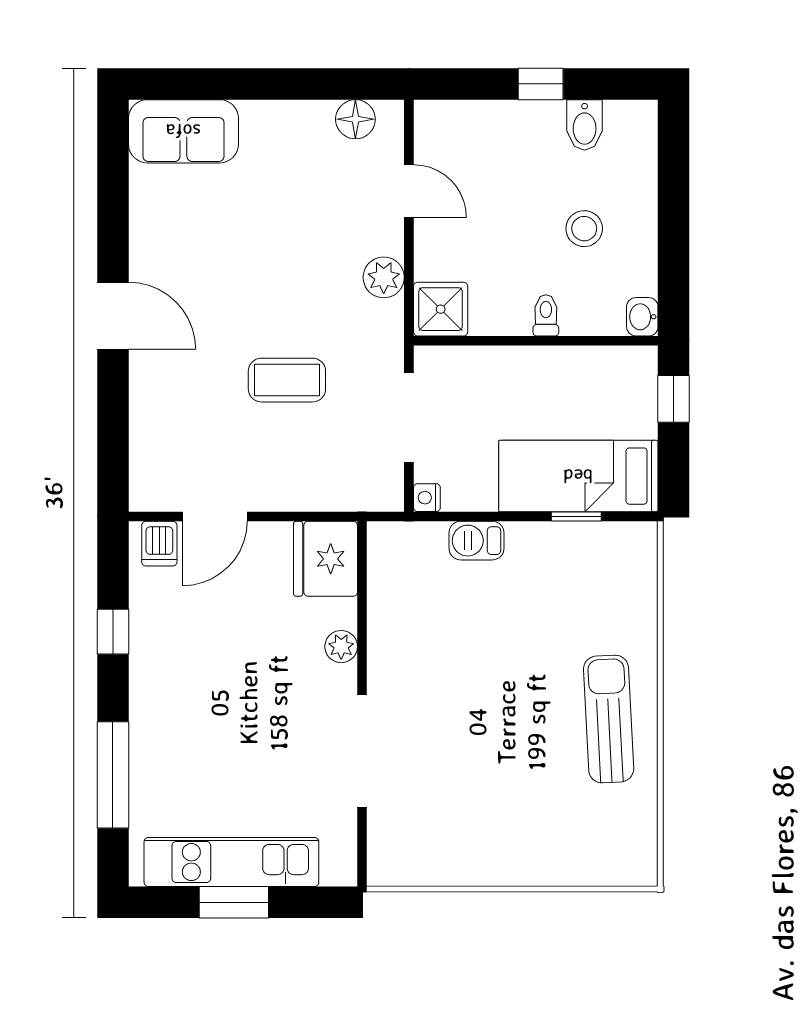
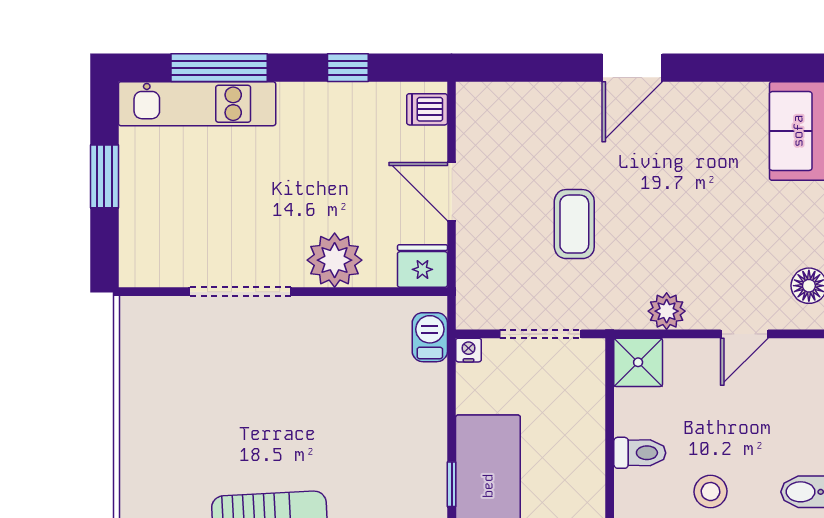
toilet: (546, 315) -> (640, 453), width x1.37, depth x1.39
door: (215, 516) -> (452, 191), moved
barbecue: (476, 541) -> (430, 337), moved
fridge: (326, 559) -> (422, 266), width x0.73, depth x0.75
plant: (341, 647) -> (335, 260), width x1.88, depth x1.88
kitchen unit: (231, 862) -> (197, 104), moved, turned 90

